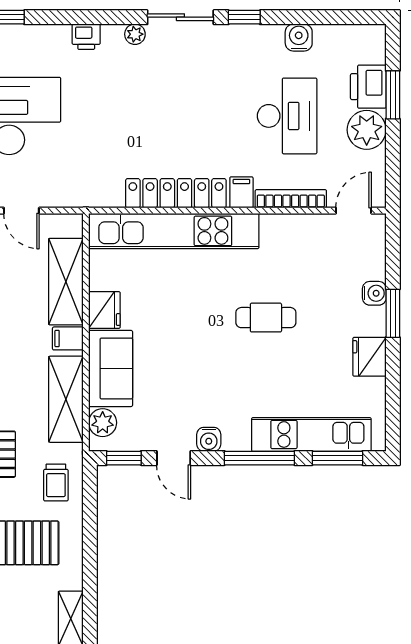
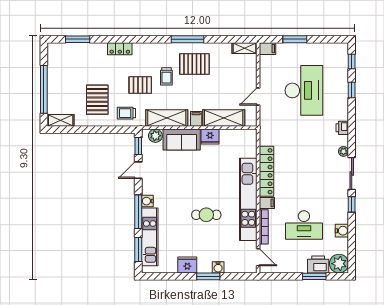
plant: (367, 130) -> (339, 264), moved
kitchen unit: (174, 231) -> (248, 199), moved
cafe table: (266, 318) -> (206, 215), turned 90
water cooler: (209, 439) -> (147, 201), moved

